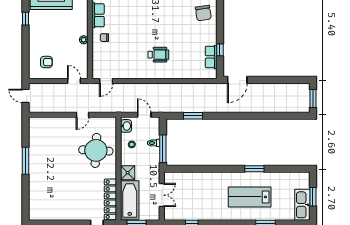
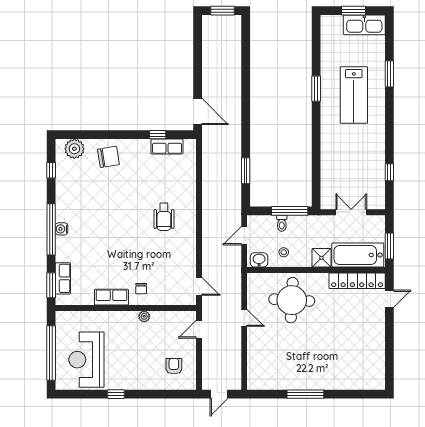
wheelchair: (158, 55) -> (164, 217), turned 180

